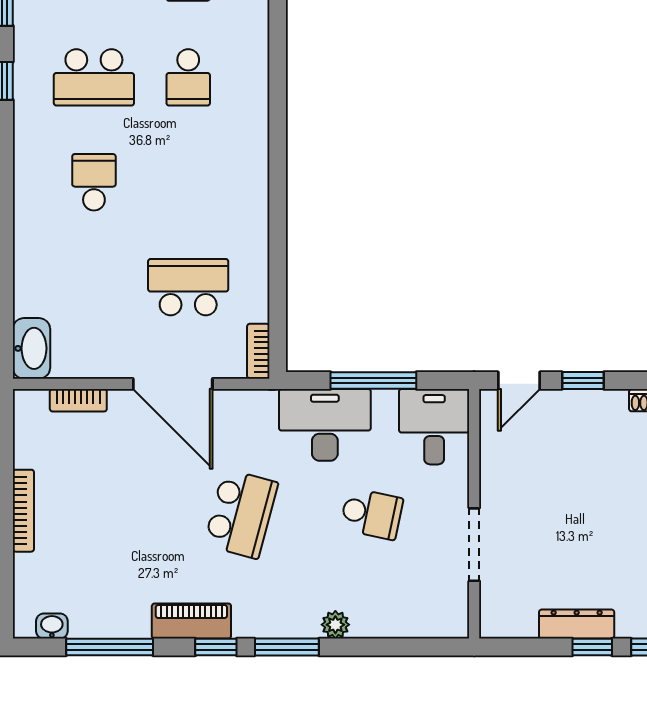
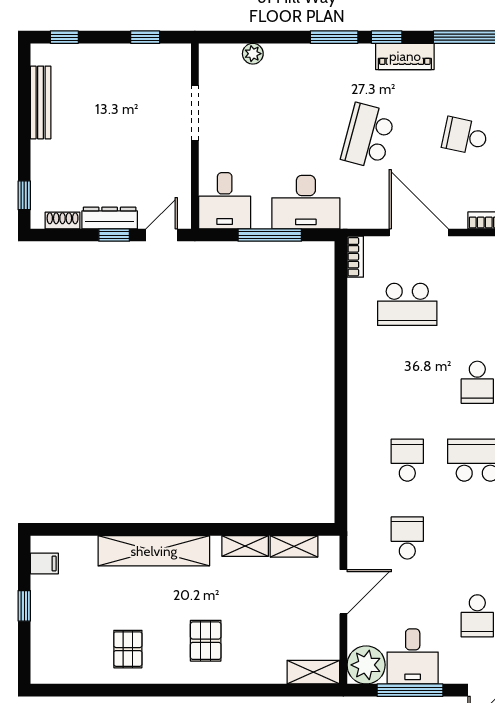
school desk: (372, 514) -> (465, 136), moved
dresser: (577, 624) -> (110, 218), moved, turned 180
plant: (335, 625) -> (253, 54), moved
window: (592, 647) -> (145, 37), moved

